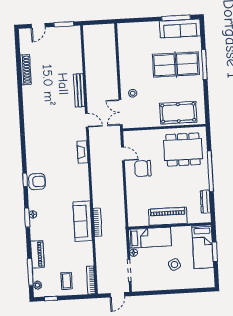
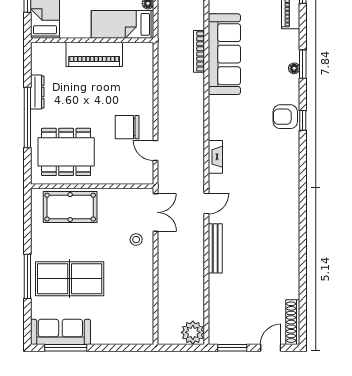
plant: (91, 33) -> (193, 332), added
shoe rack: (26, 70) -> (293, 322), moved
door: (87, 120) -> (206, 204), swing flipped
chair: (143, 169) -> (127, 127), turned 180
dresser: (205, 202) -> (37, 92), moved
sofa: (83, 221) -> (224, 54), width x1.36, depth x1.27

